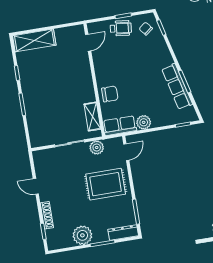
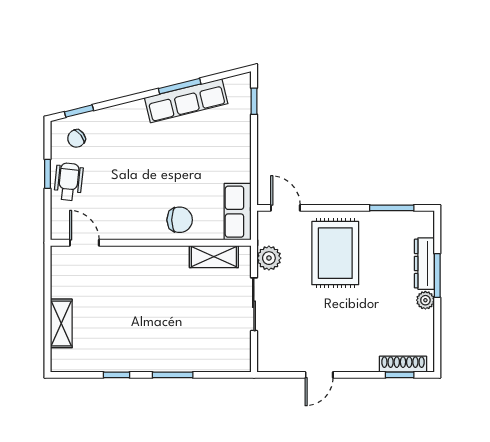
shelving: (34, 40) -> (61, 323), width x0.67, depth x0.75
chair: (110, 94) -> (180, 220), turned 90
plant: (144, 122) -> (239, 169), removed
shoe rack: (47, 215) -> (403, 364), moved
dresser: (123, 233) -> (424, 264), moved
plant: (82, 235) -> (425, 300), width x0.53, depth x0.53

